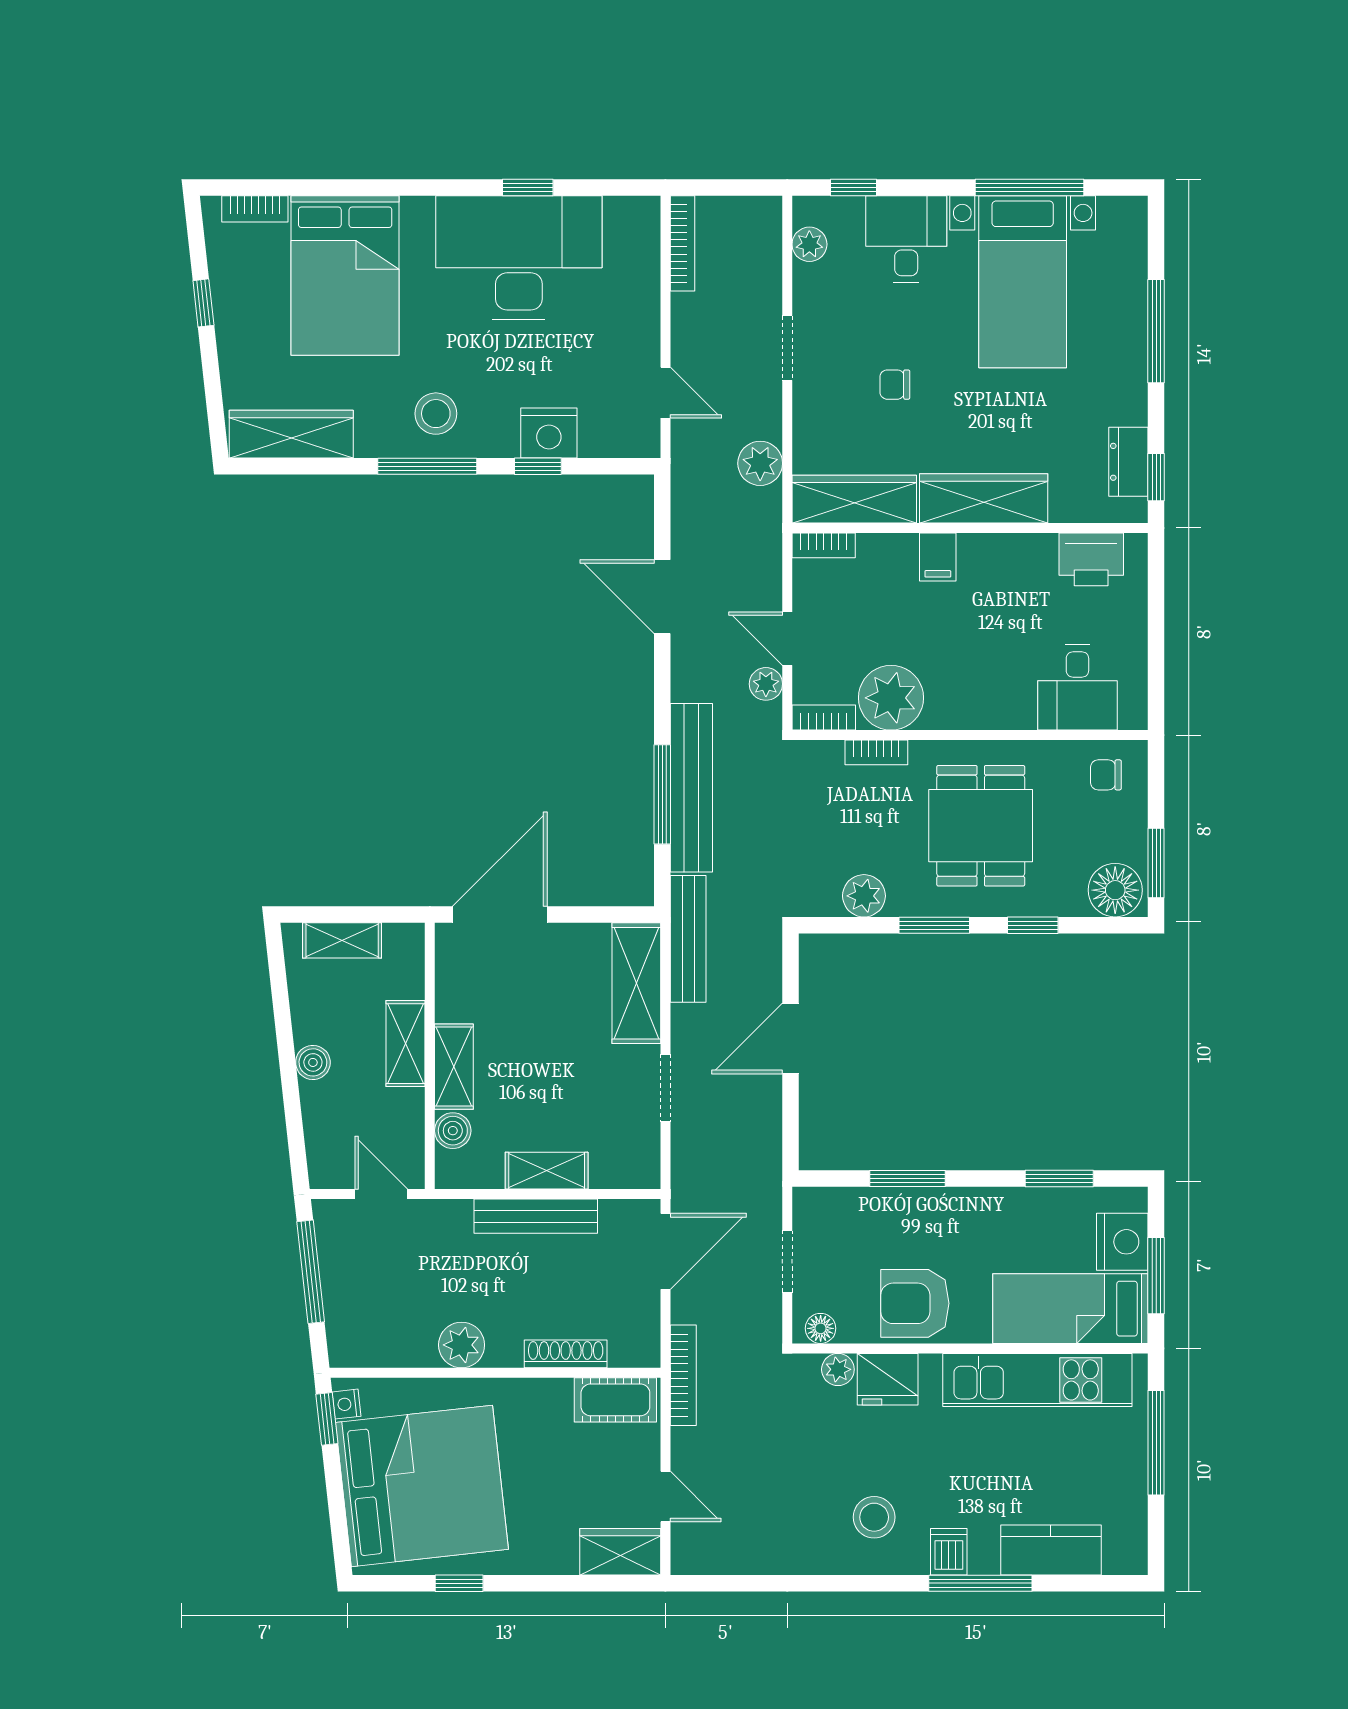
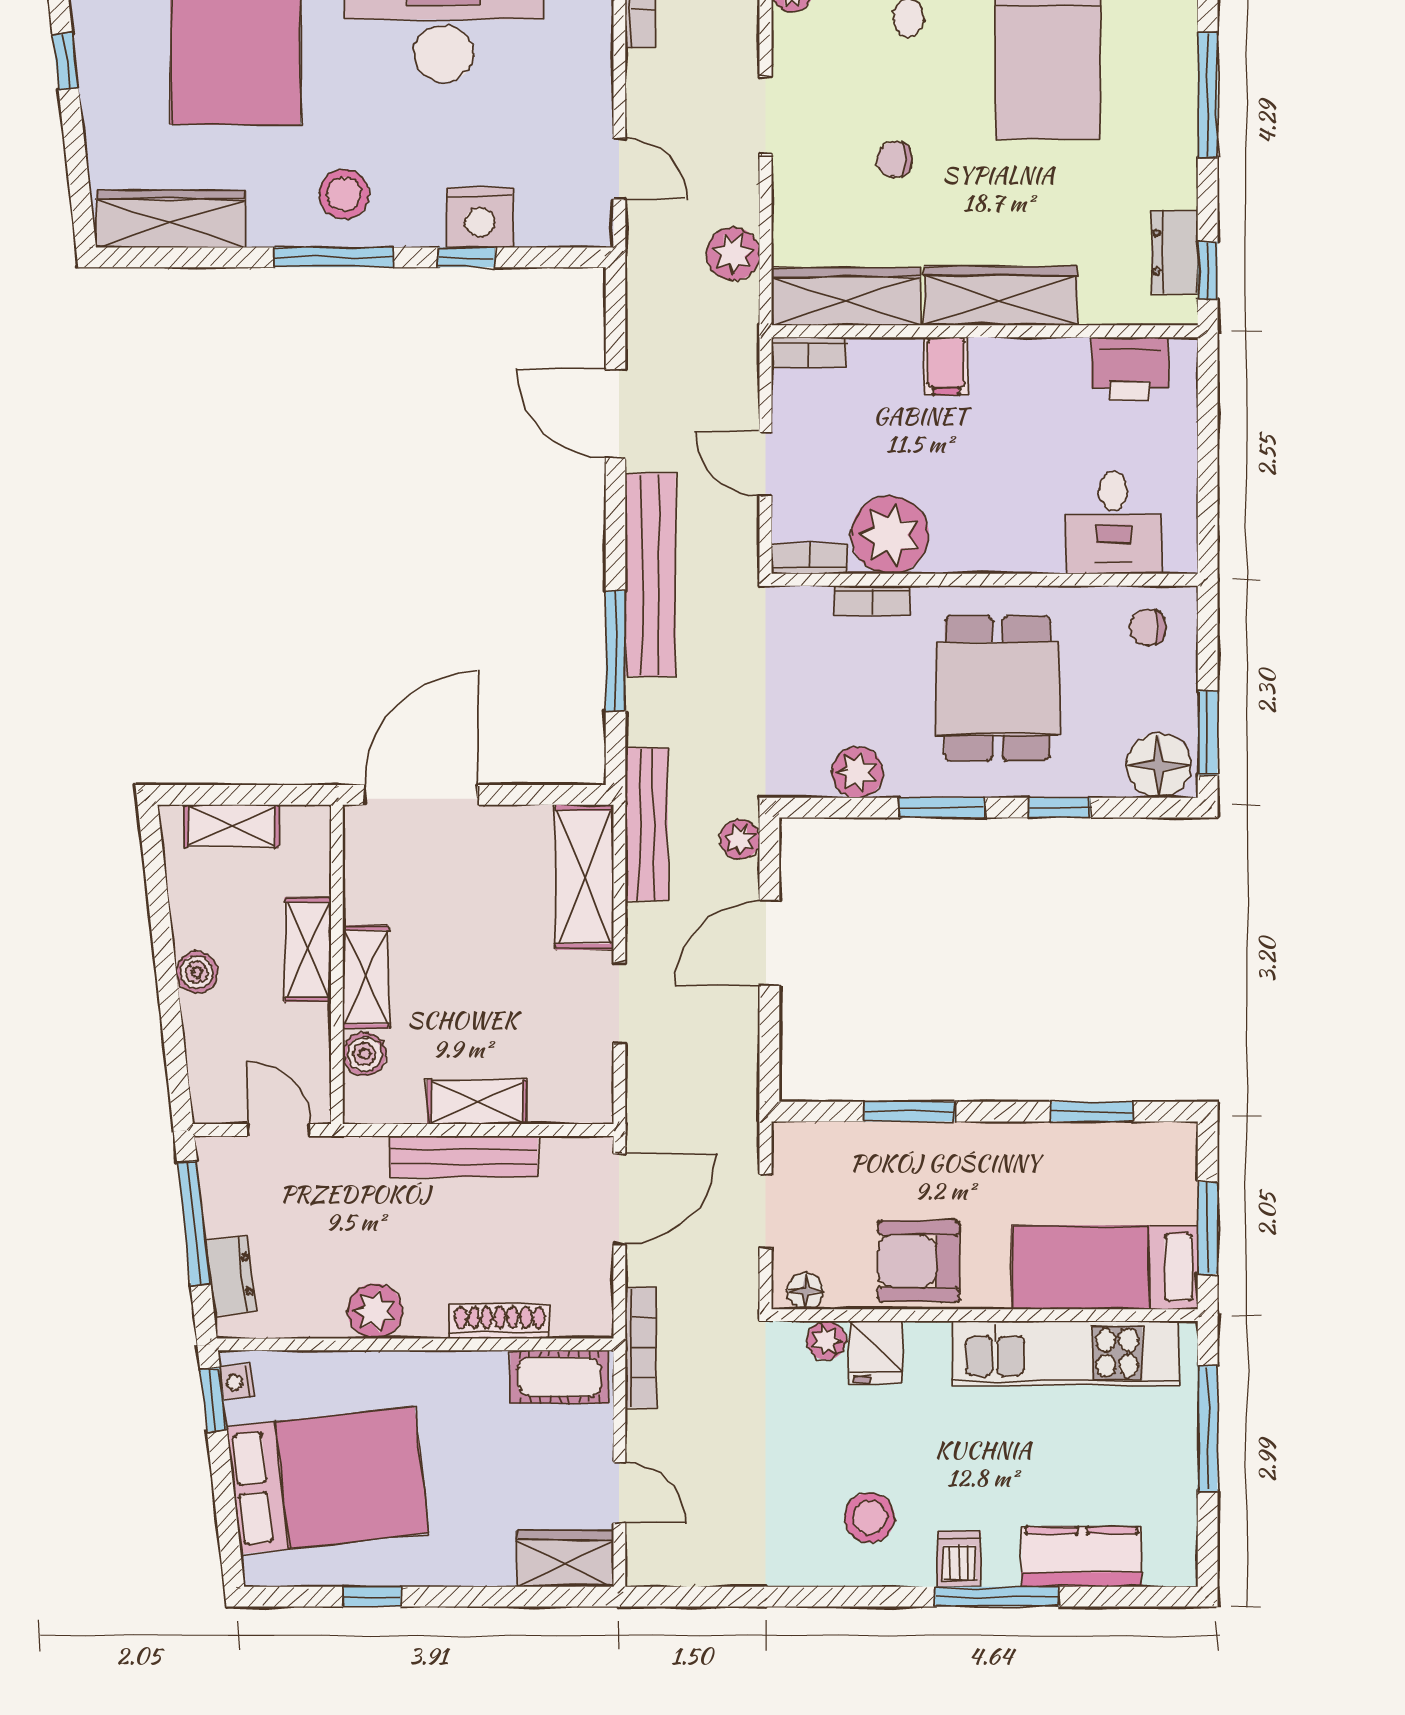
plant: (766, 684) -> (740, 839), moved
bench: (691, 788) -> (650, 575), moved
nightstand: (1122, 1242) -> (1167, 1187), removed
dresser: (341, 1316) -> (231, 1276), added
fridge: (888, 1379) -> (876, 1352), width x0.72
bed: (422, 1486) -> (327, 1480), width x0.73

